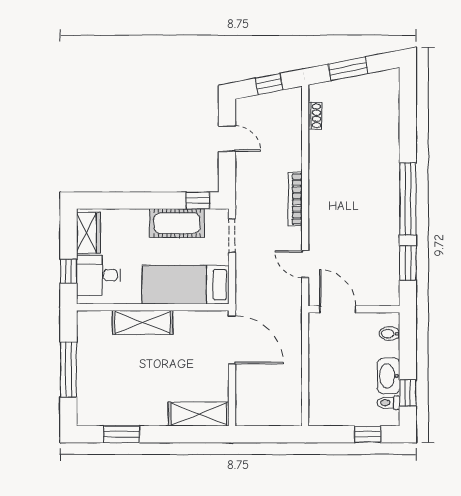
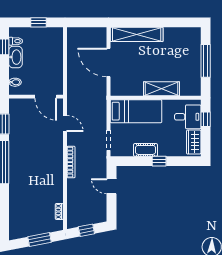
door: (227, 139) -> (111, 186), moved
window: (198, 201) -> (159, 161), moved
cot: (177, 223) -> (145, 150), width x0.73, depth x0.75
door: (232, 340) -> (108, 62), moved
shelving: (199, 414) -> (137, 34), width x1.47
window: (122, 434) -> (174, 22), removed
window: (368, 434) -> (39, 22), moved

